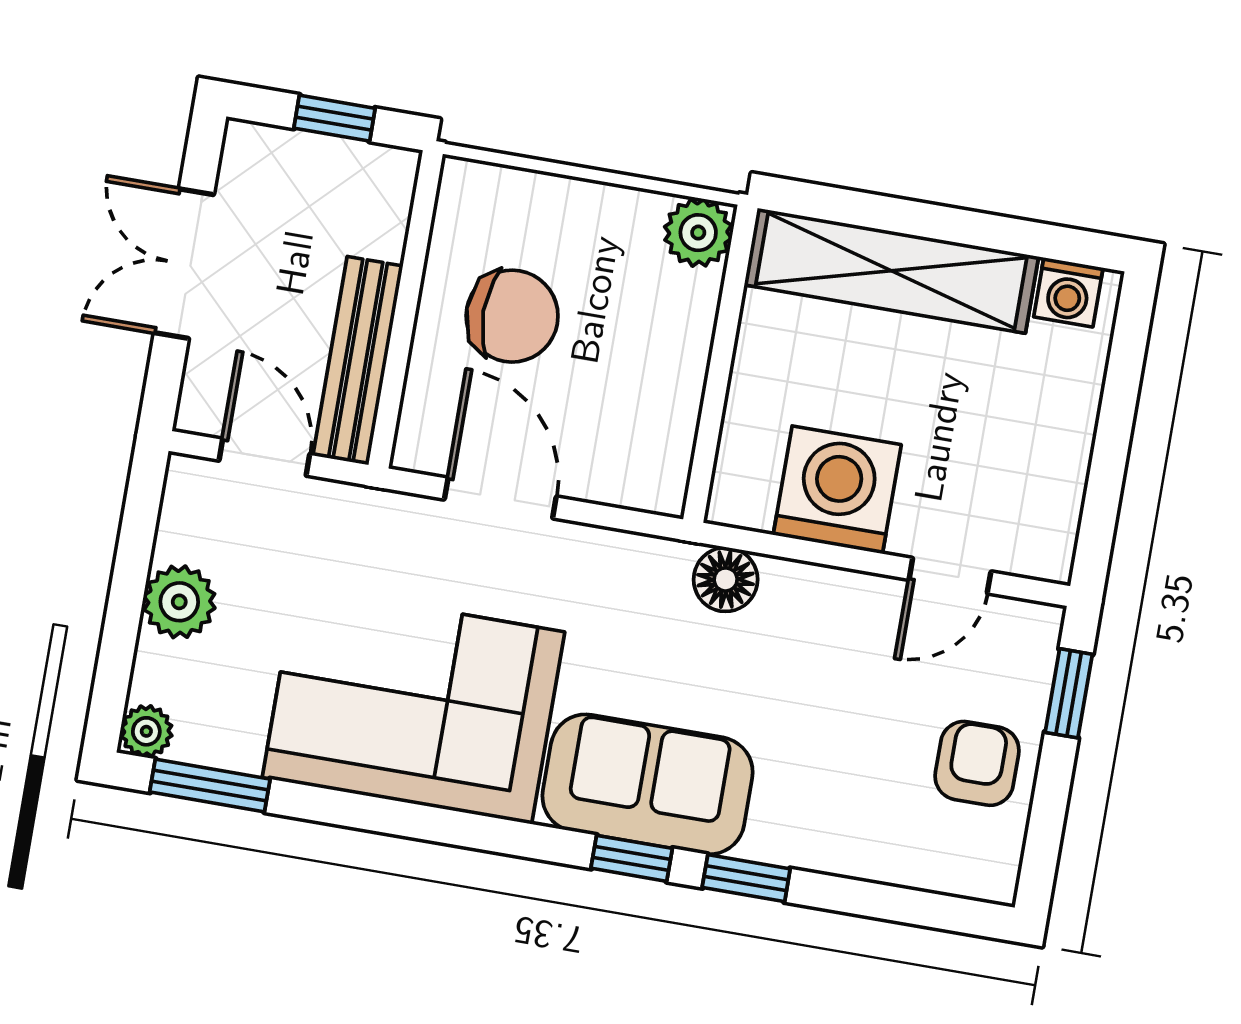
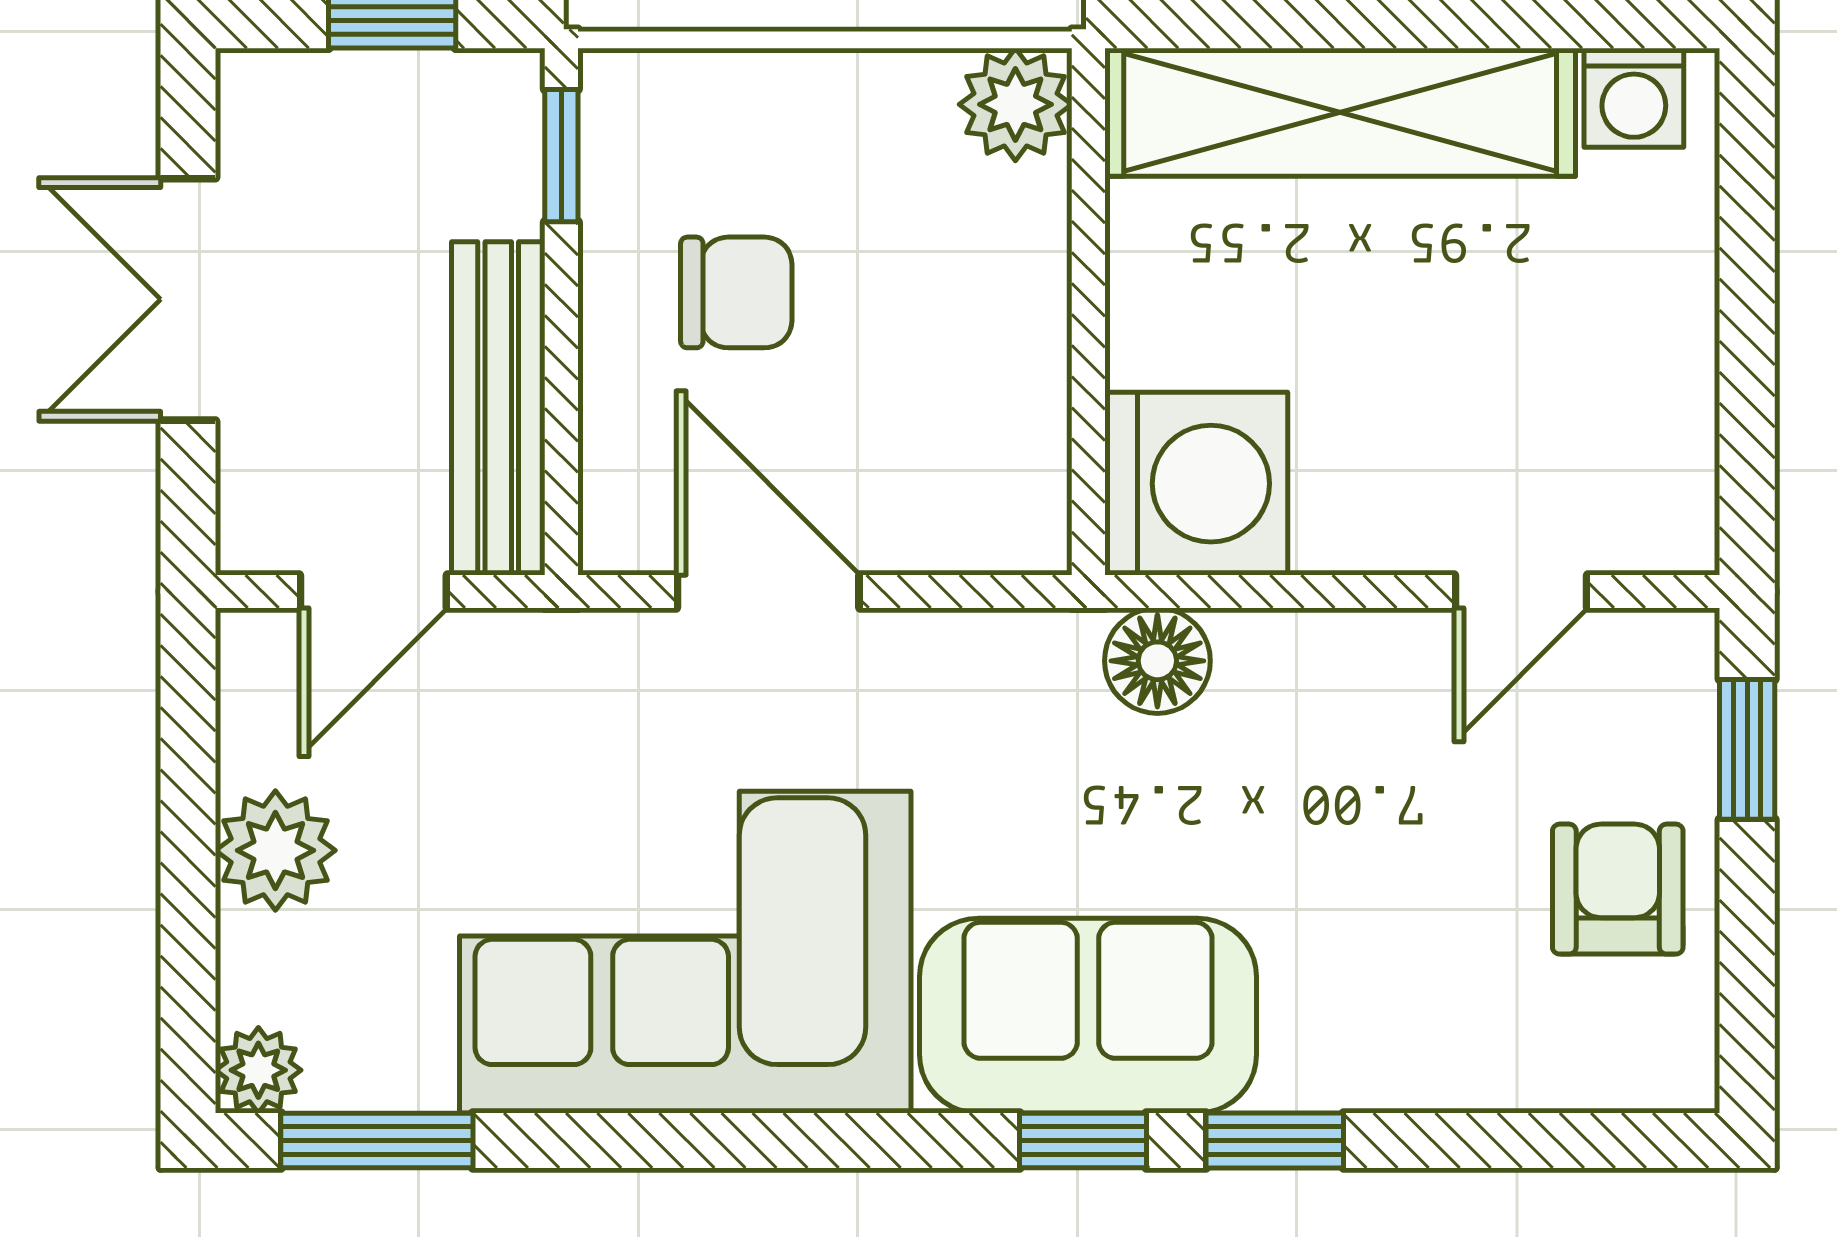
window: (422, 216) -> (561, 156), added
chair: (512, 316) -> (736, 292), width x0.73, depth x0.73
door: (264, 457) -> (373, 592), swing flipped
washing machine: (837, 490) -> (1196, 484), moved, turned 90

